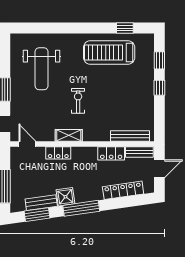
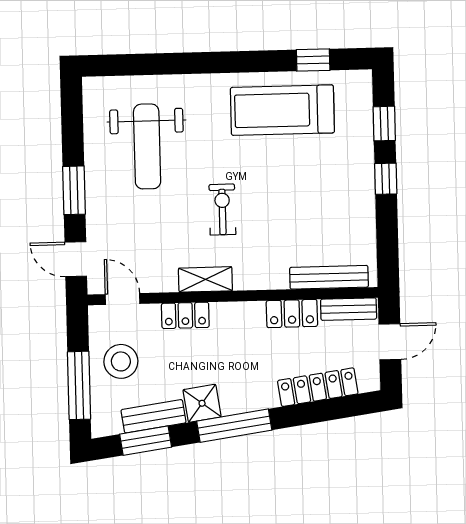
stool: (26, 175) -> (121, 361), added

